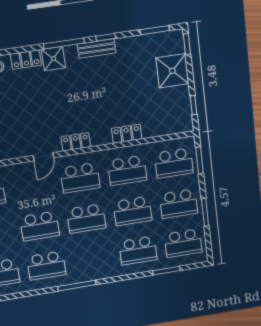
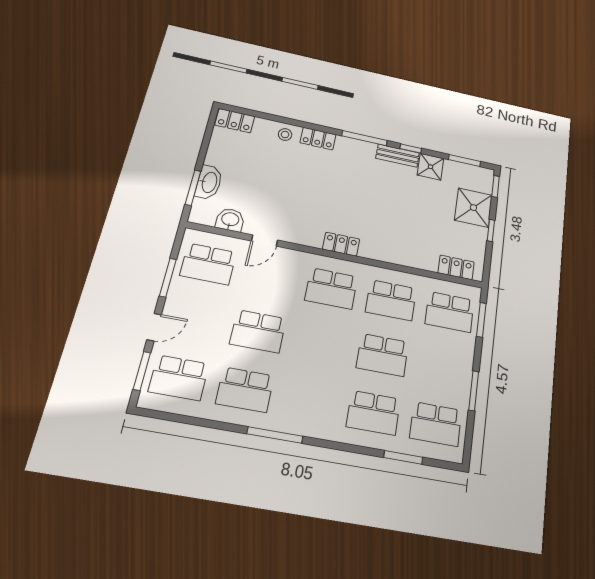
shower: (53, 59) -> (431, 167), moved
window: (194, 105) -> (491, 230), moved
locker: (127, 134) -> (456, 267), moved
door: (43, 157) -> (265, 241), moved
school desk: (179, 204) -> (443, 366), removed
school desk: (86, 219) -> (321, 343), removed

